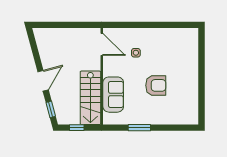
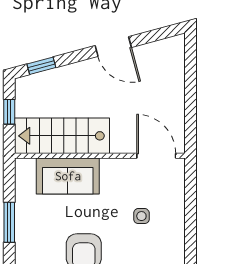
door: (102, 44) -> (156, 156), swing flipped
door: (43, 81) -> (113, 46), moved

